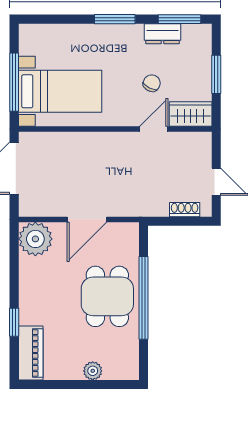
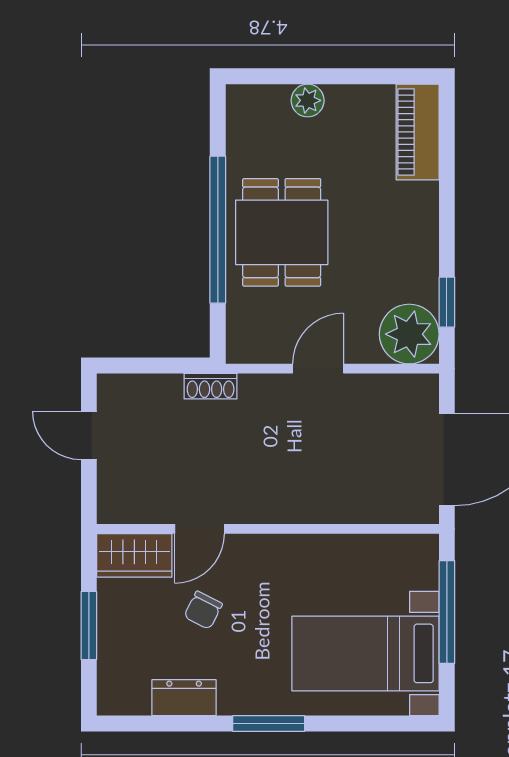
window: (180, 19) -> (154, 724), removed
bed with nightstands: (60, 91) -> (365, 653), moved
shoe rack: (185, 210) -> (211, 386), moved
door: (87, 219) -> (318, 369), width x0.73
window: (14, 322) -> (447, 302), moved

